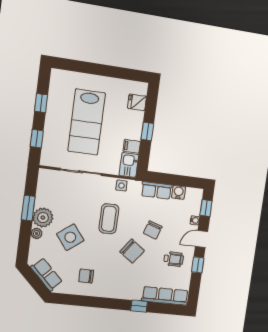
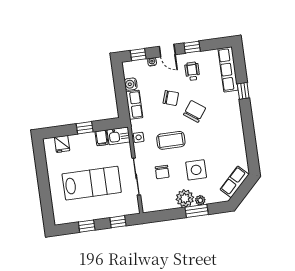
window: (28, 208) -> (197, 211), moved
side table: (70, 237) -> (196, 170), turned 37
chair: (86, 276) -> (162, 172), moved

